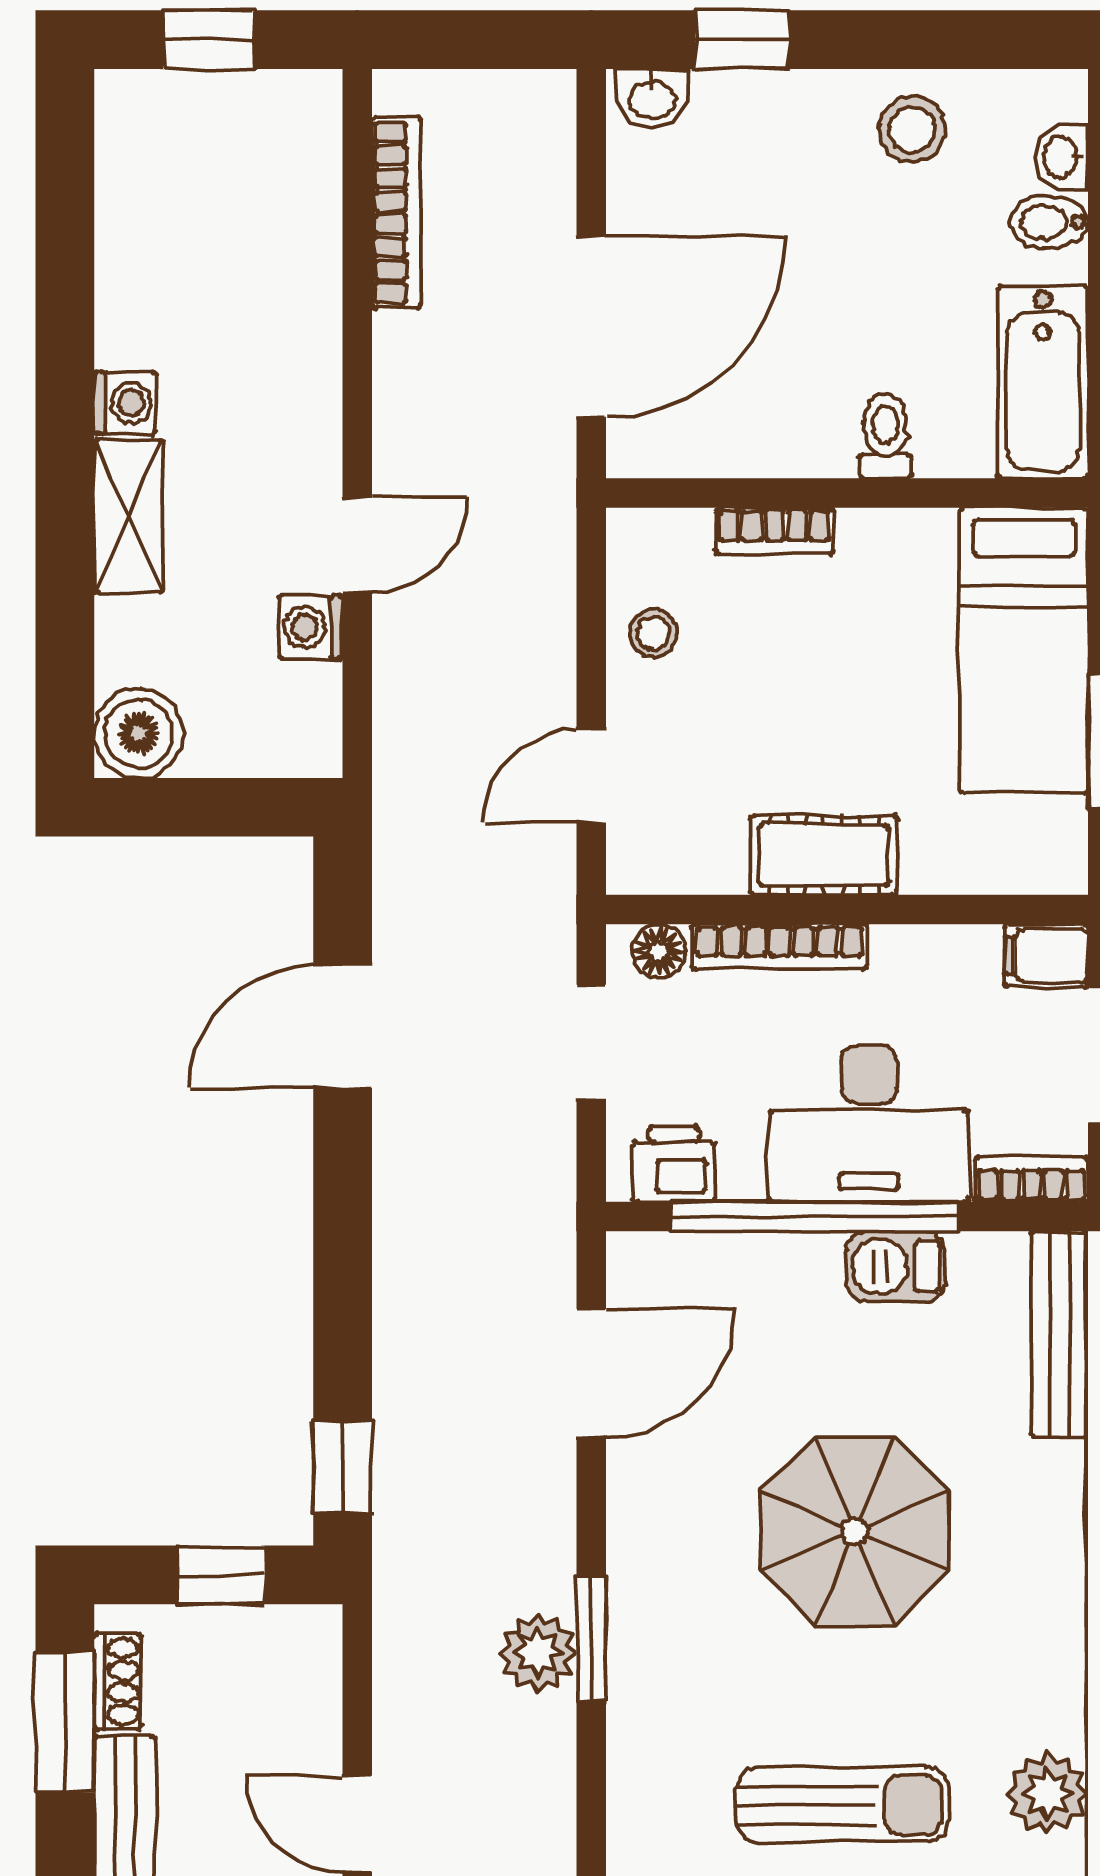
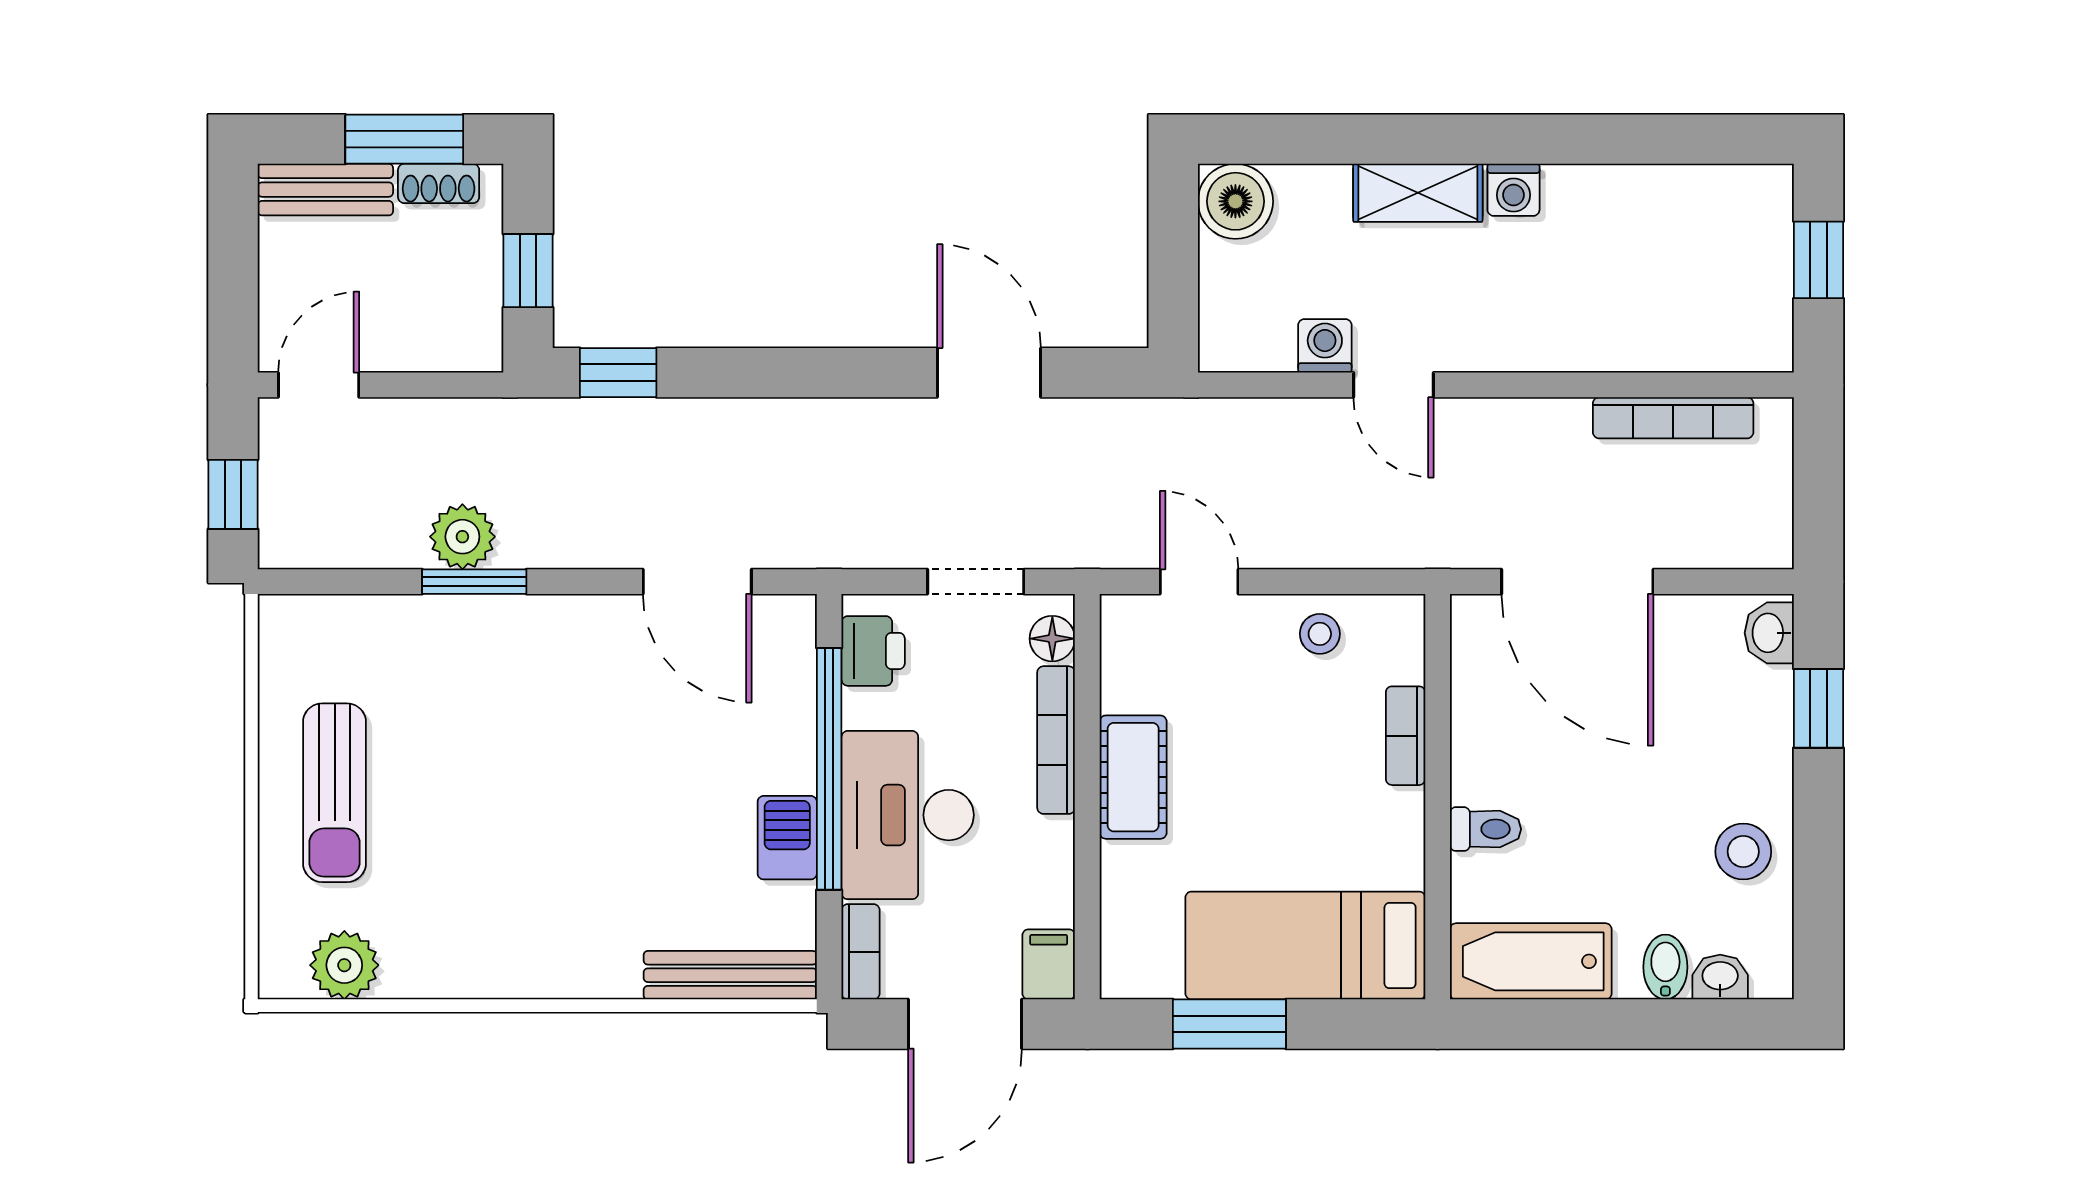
parasol: (855, 1531) -> (565, 803), removed

